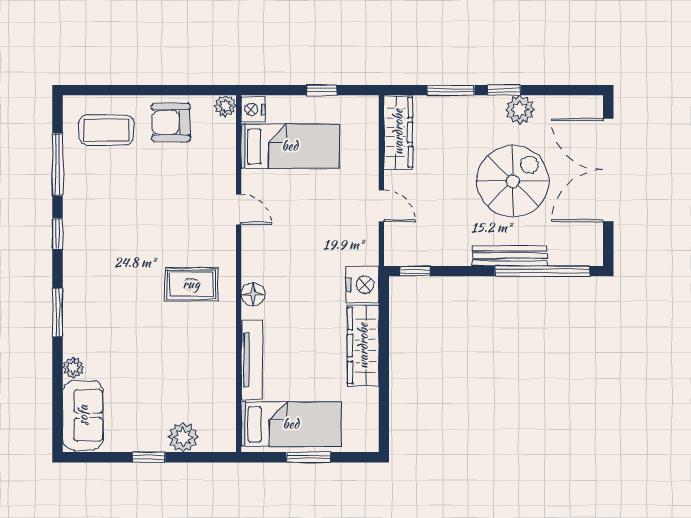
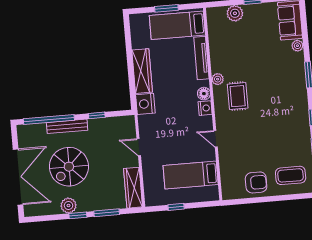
plant: (225, 106) -> (218, 79), moved
nightstand: (253, 109) -> (205, 108), moved
window: (415, 271) -> (97, 115), moved
rug: (191, 284) -> (238, 96), turned 90

